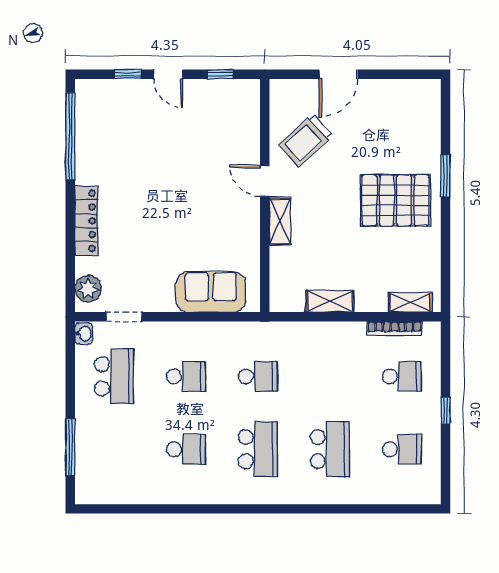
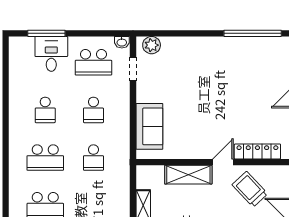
locker: (86, 221) -> (257, 151), moved, turned 180
shelving: (280, 221) -> (188, 175), width x1.50, depth x1.33
desk: (101, 440) -> (51, 54), added

